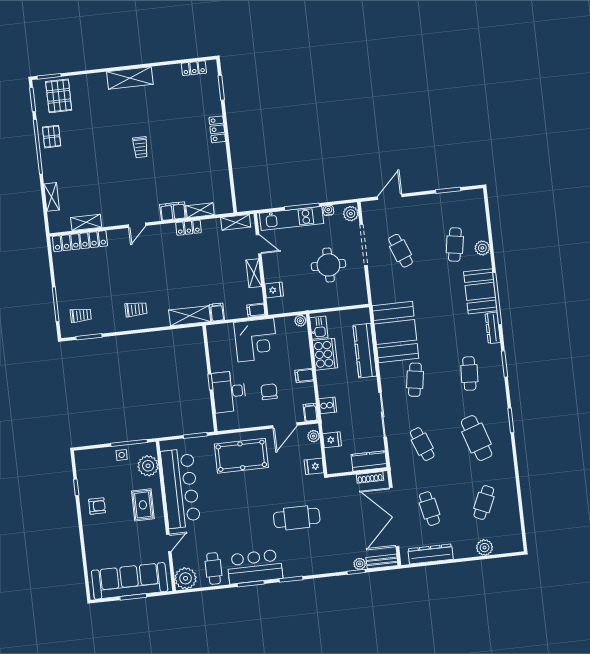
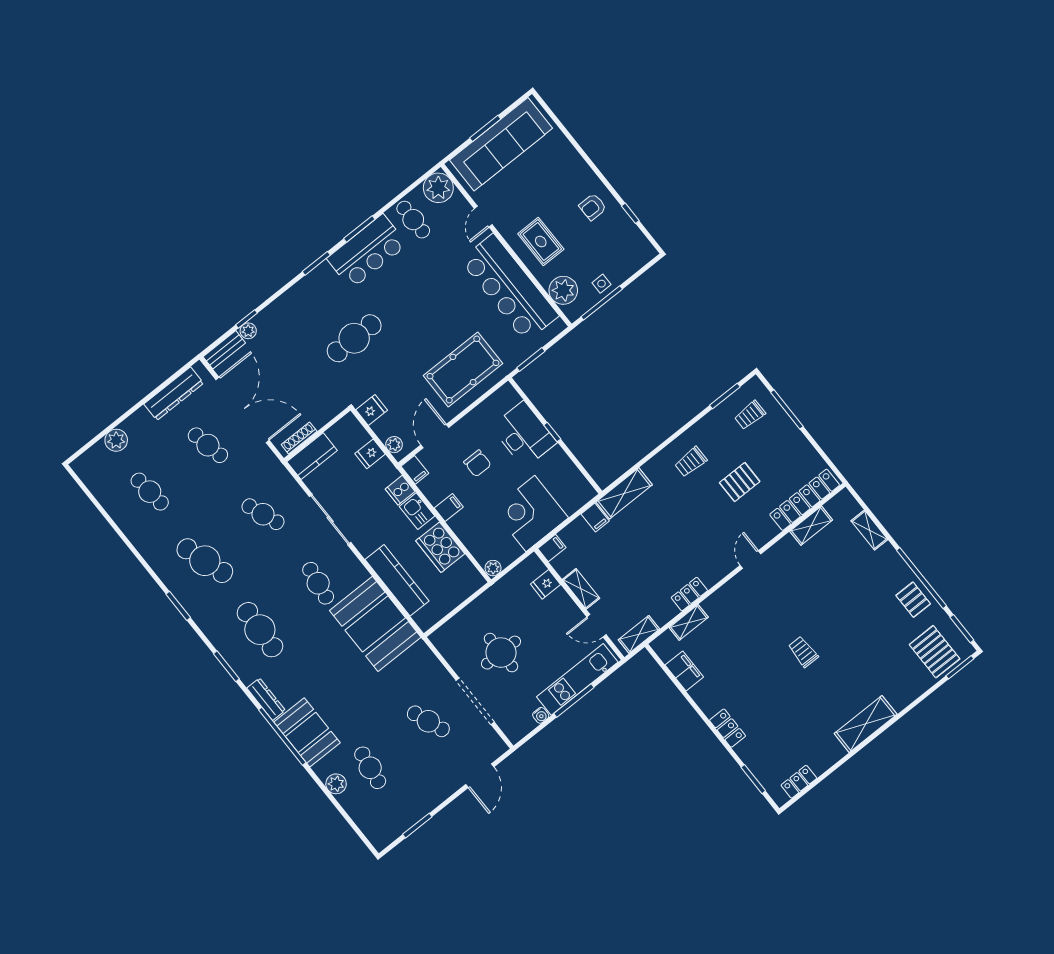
filing cabinet: (173, 211) -> (684, 671), moved, turned -90
plant: (351, 214) -> (513, 728), removed
pallet: (113, 278) -> (740, 482), added
kitchen sink: (319, 328) -> (417, 511), moved
cafe table: (469, 374) -> (260, 630), width x1.37, depth x1.35
cafe table: (484, 502) -> (150, 492), turned -30

